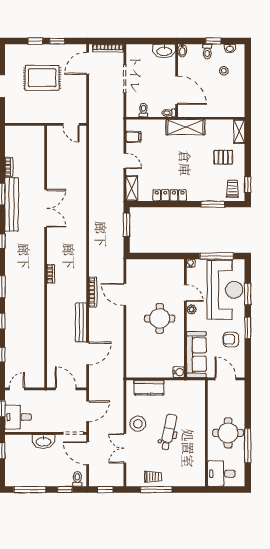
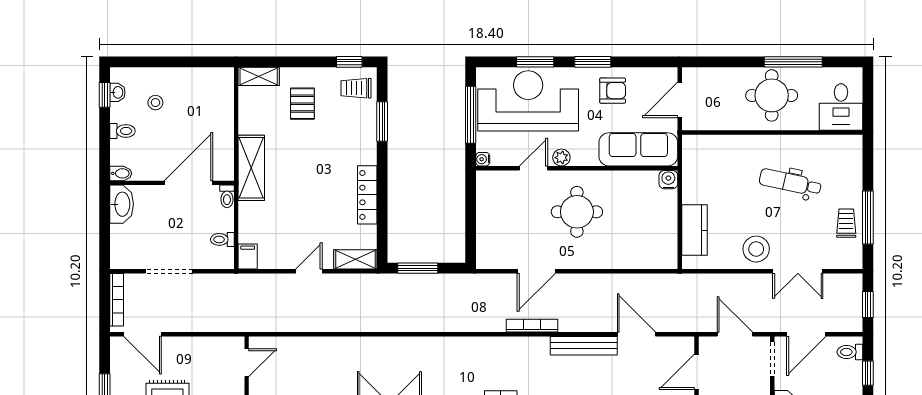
window: (213, 41) -> (105, 95), moved
filing cabinet: (133, 137) -> (248, 256), moved
armchair: (231, 339) -> (613, 91), turned -90
dental chair: (169, 432) -> (790, 182), moved

